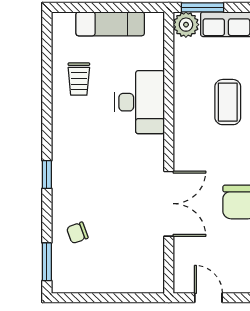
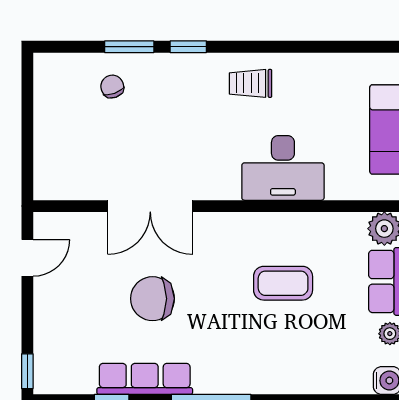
trolley: (79, 79) -> (251, 83), moved
window: (47, 262) -> (129, 47), moved

